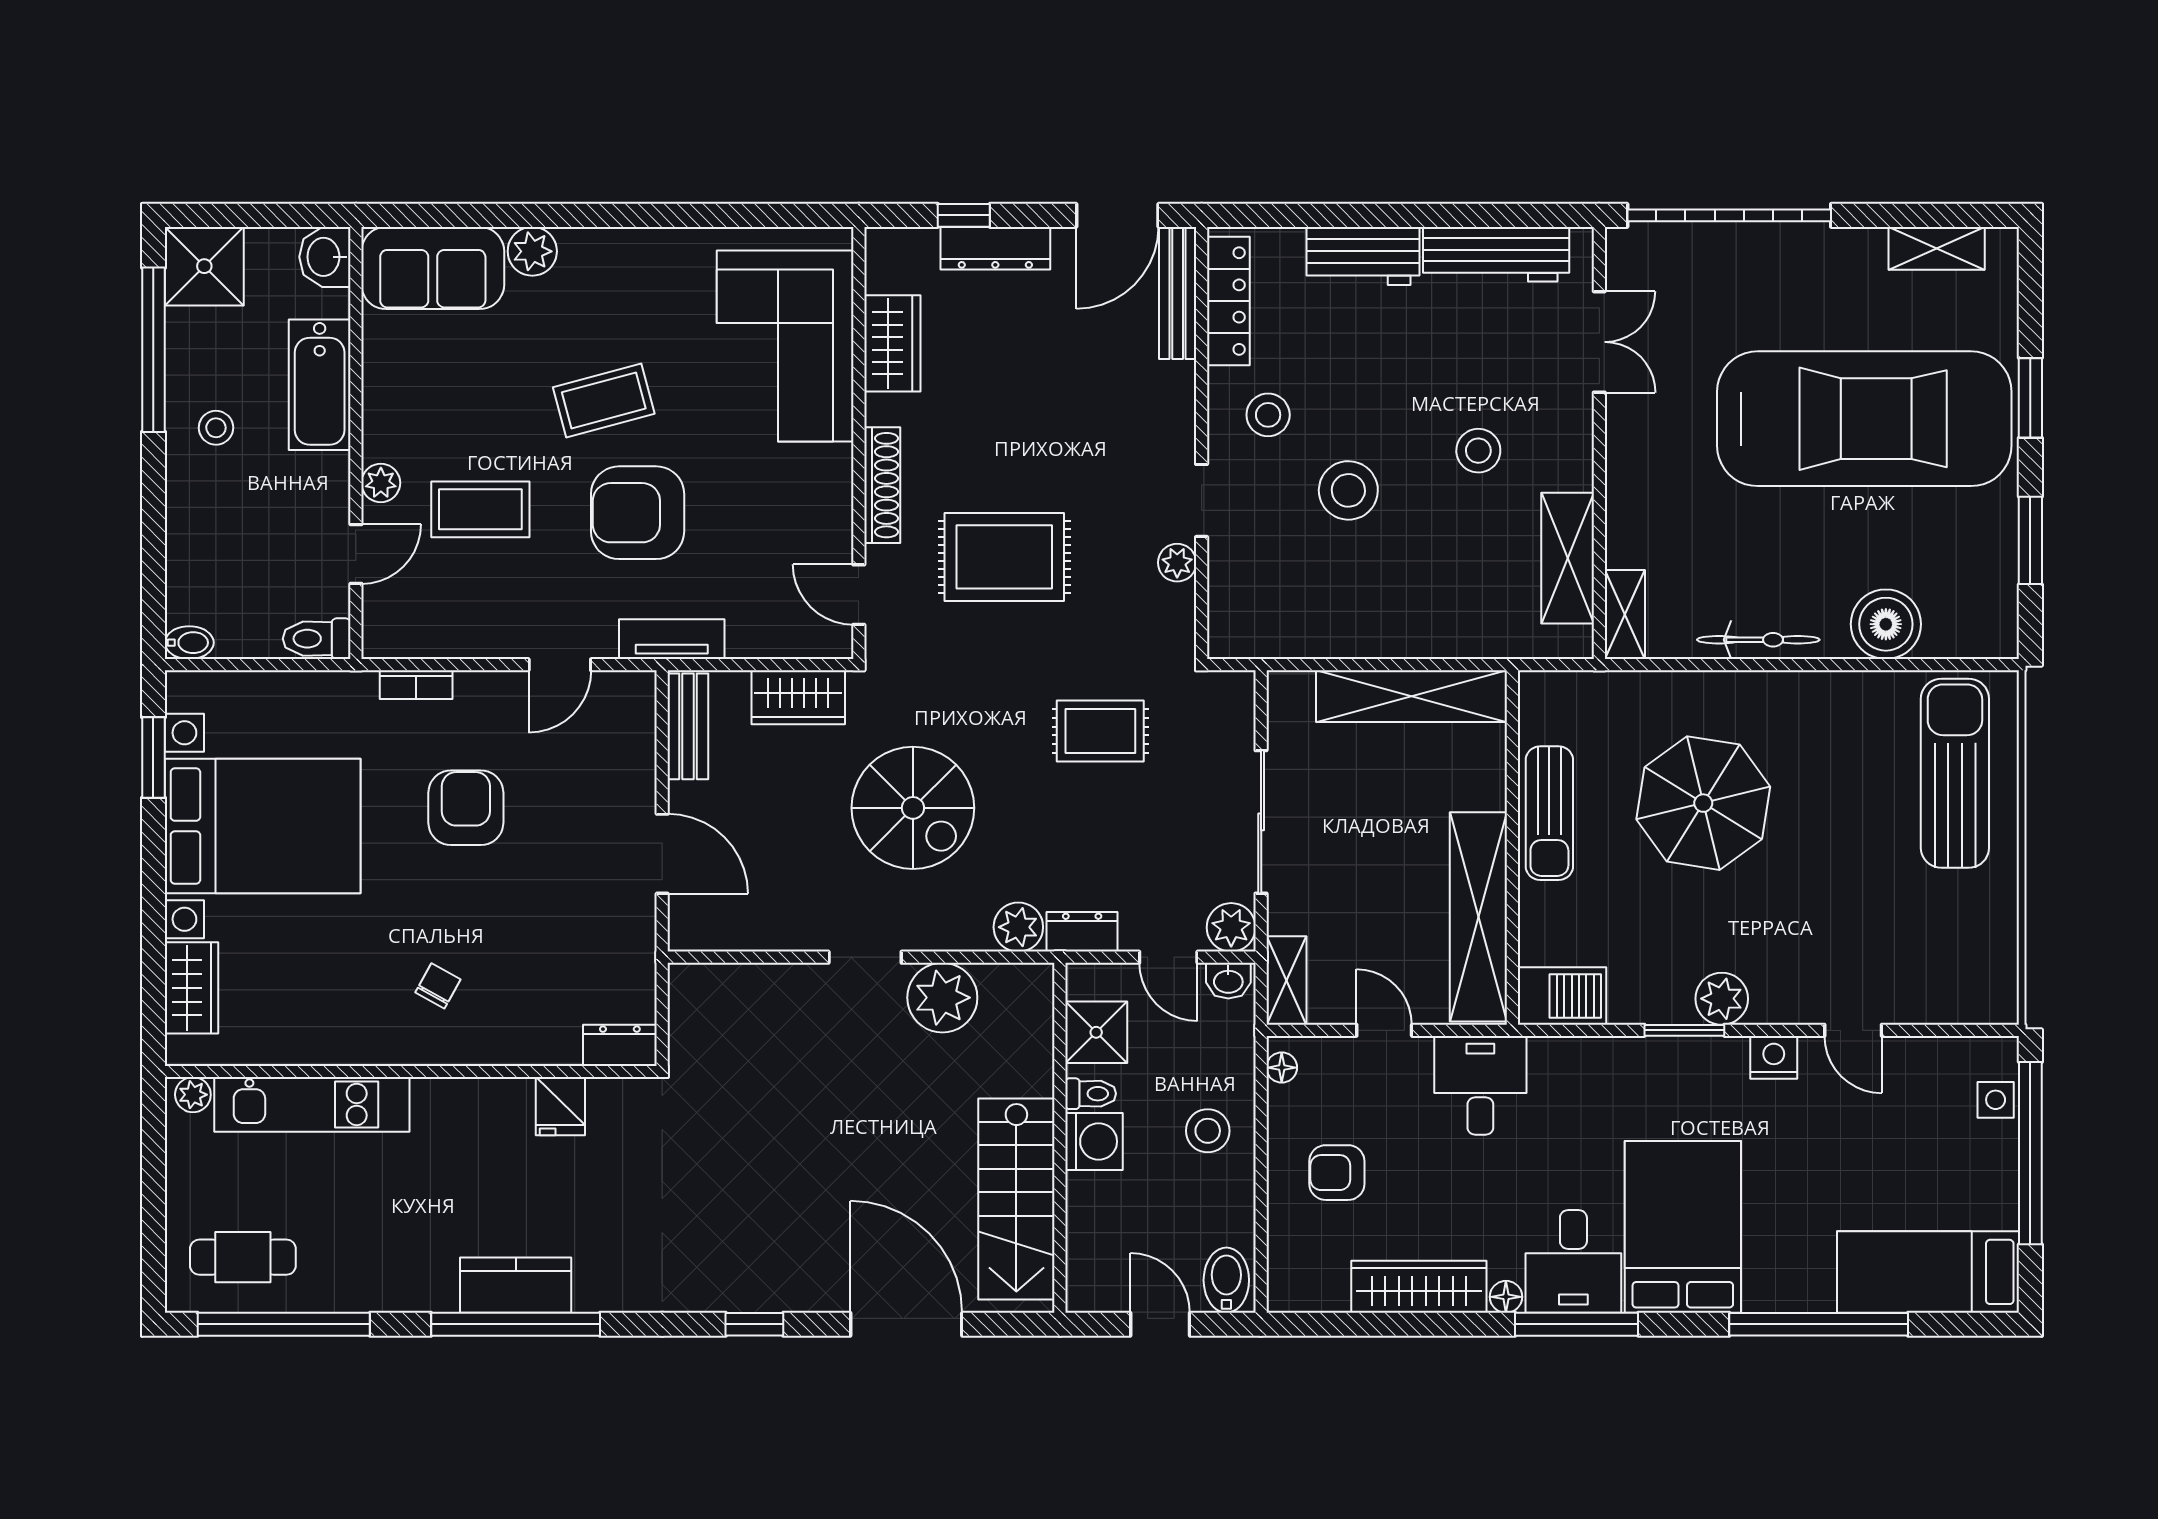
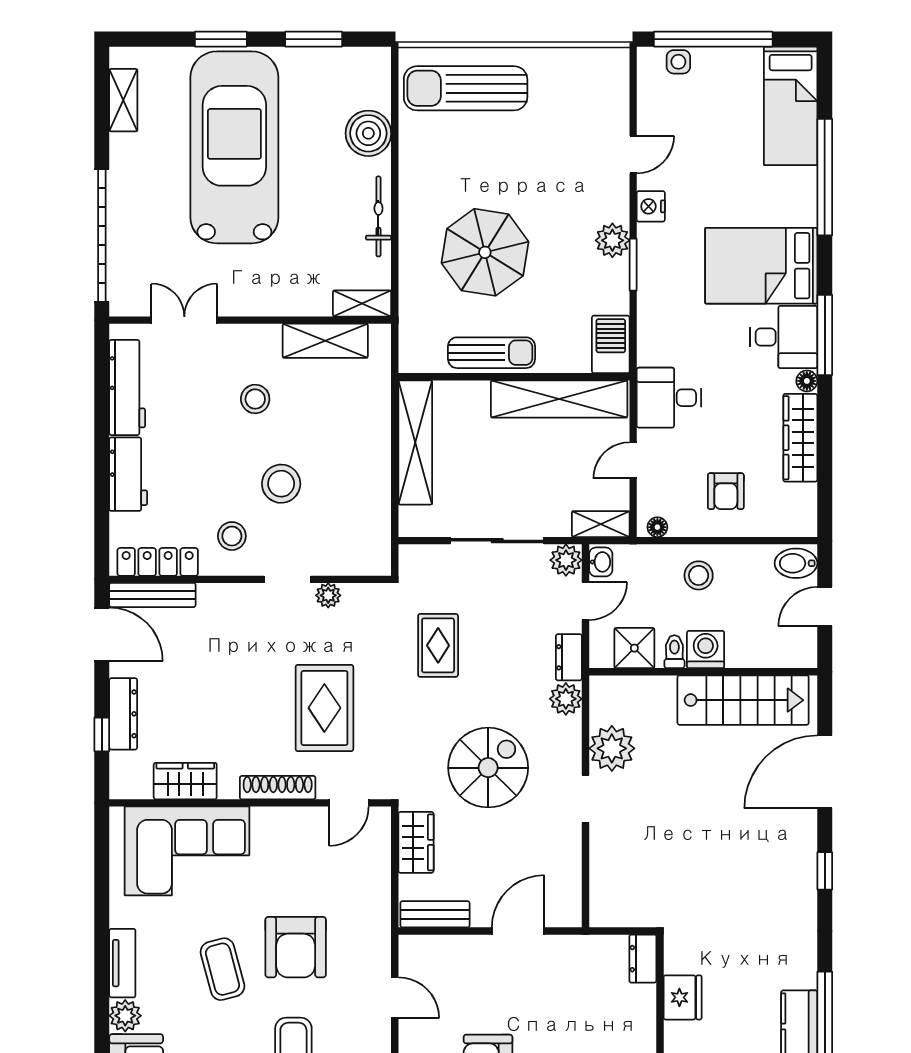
tv unit: (672, 639) -> (122, 963), moved, turned 180
fridge: (560, 1106) -> (683, 997), width x1.38

